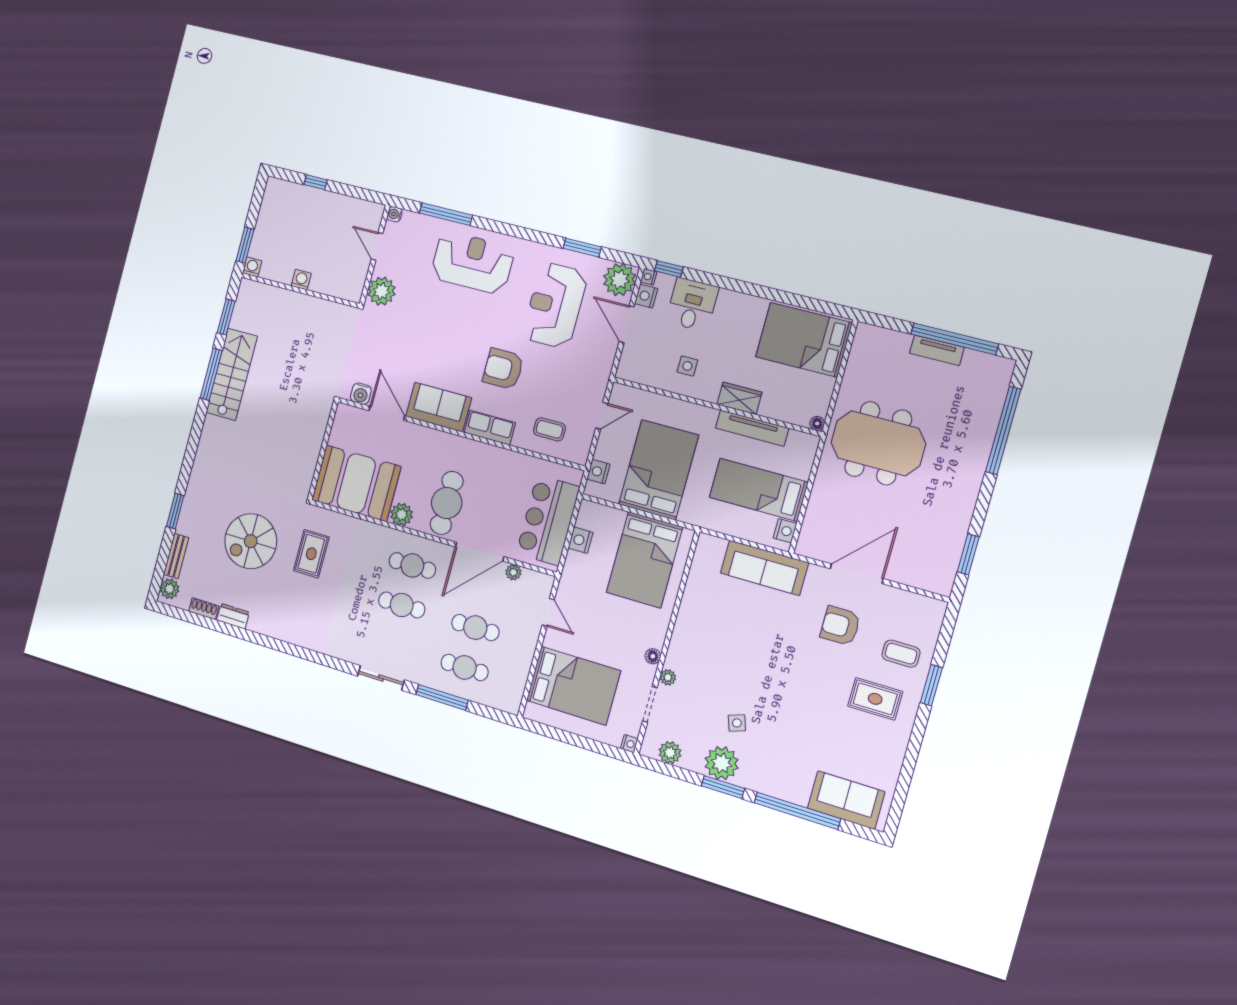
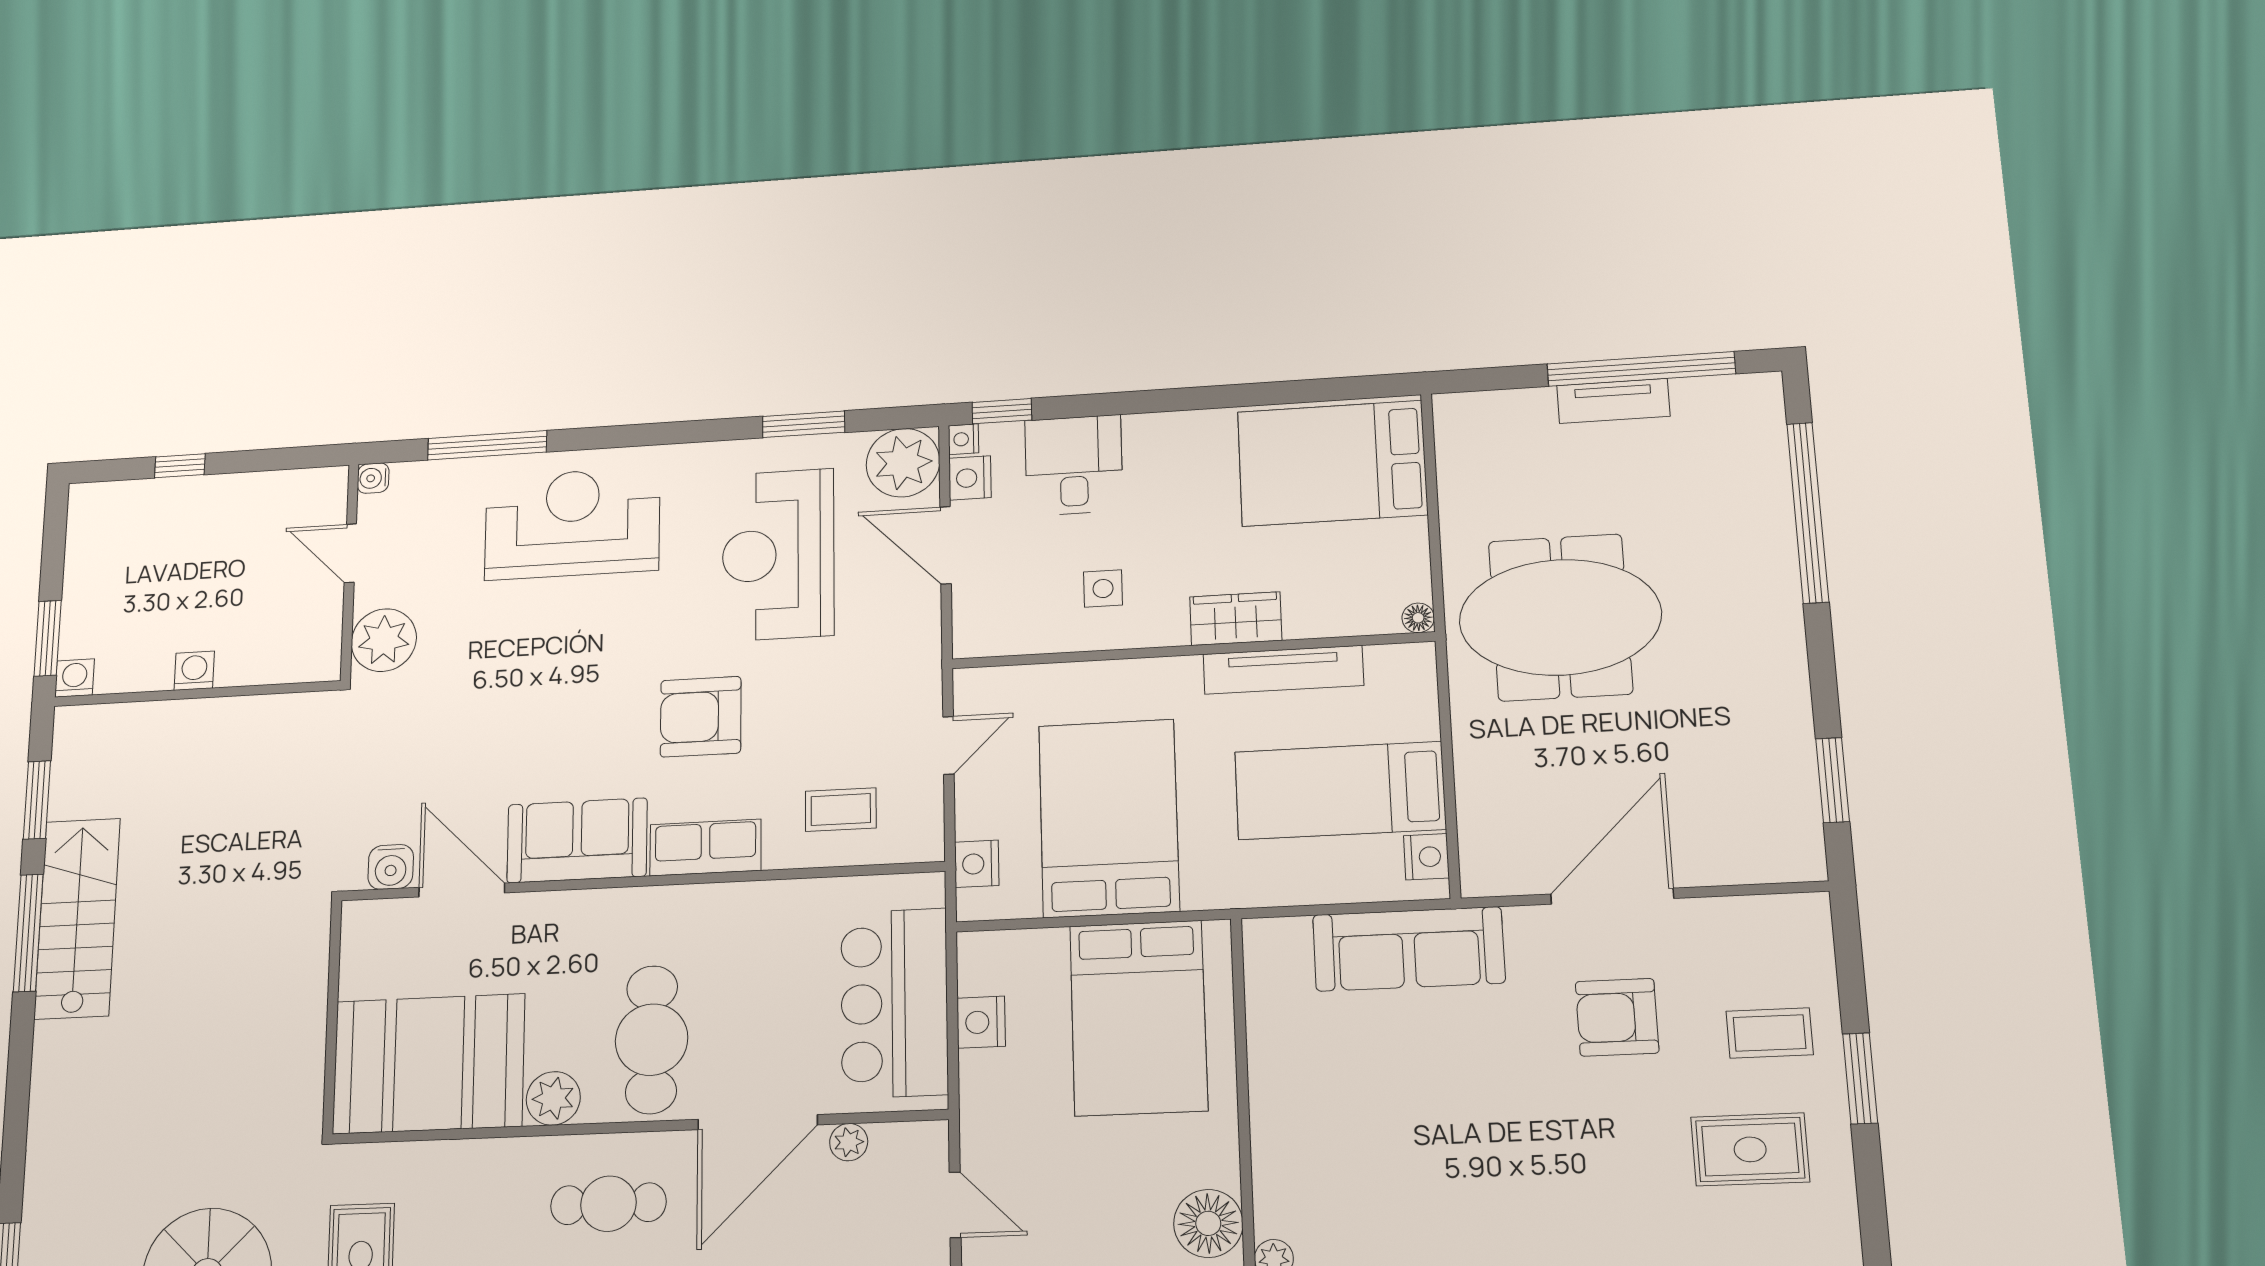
floor lamp: (653, 656) -> (1208, 1223), width x1.89, depth x1.89

